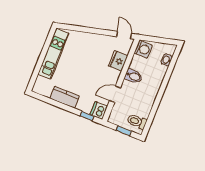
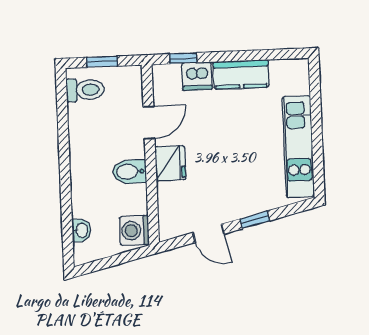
window: (87, 30) -> (255, 220), added
door: (124, 35) -> (208, 233), moved
fridge: (118, 61) -> (170, 163), moved
dishwasher: (99, 111) -> (197, 76), moved, turned 90

